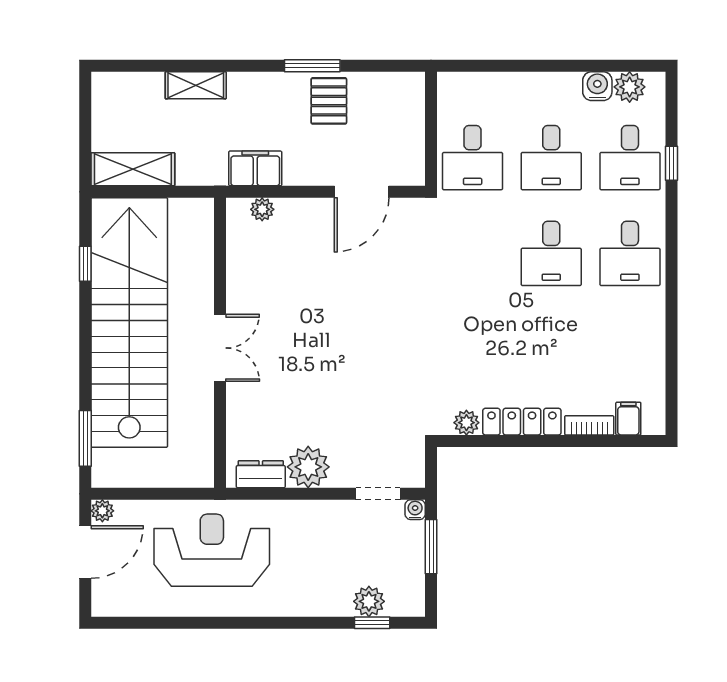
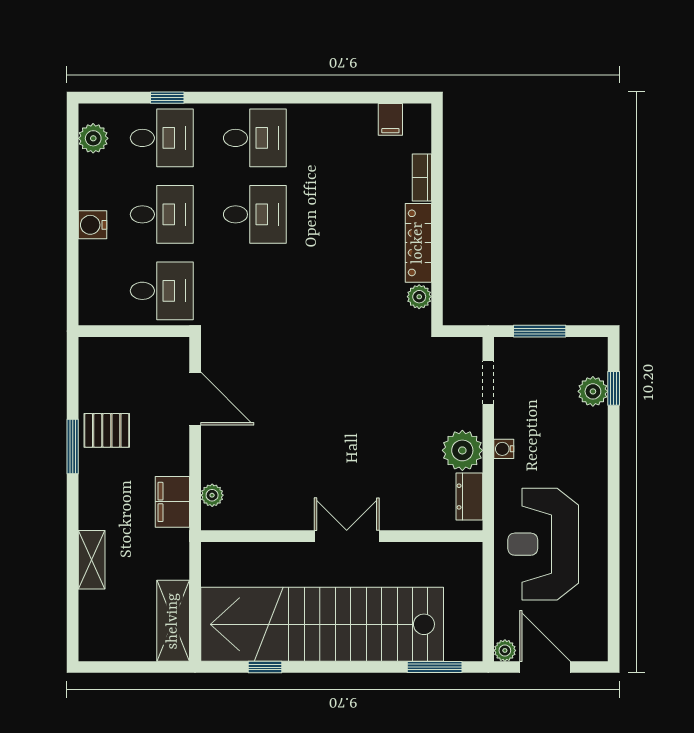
water cooler: (597, 86) -> (92, 225), moved
filing cabinet: (628, 419) -> (390, 119), moved, turned -90
water cooler: (415, 510) -> (504, 449), moved

